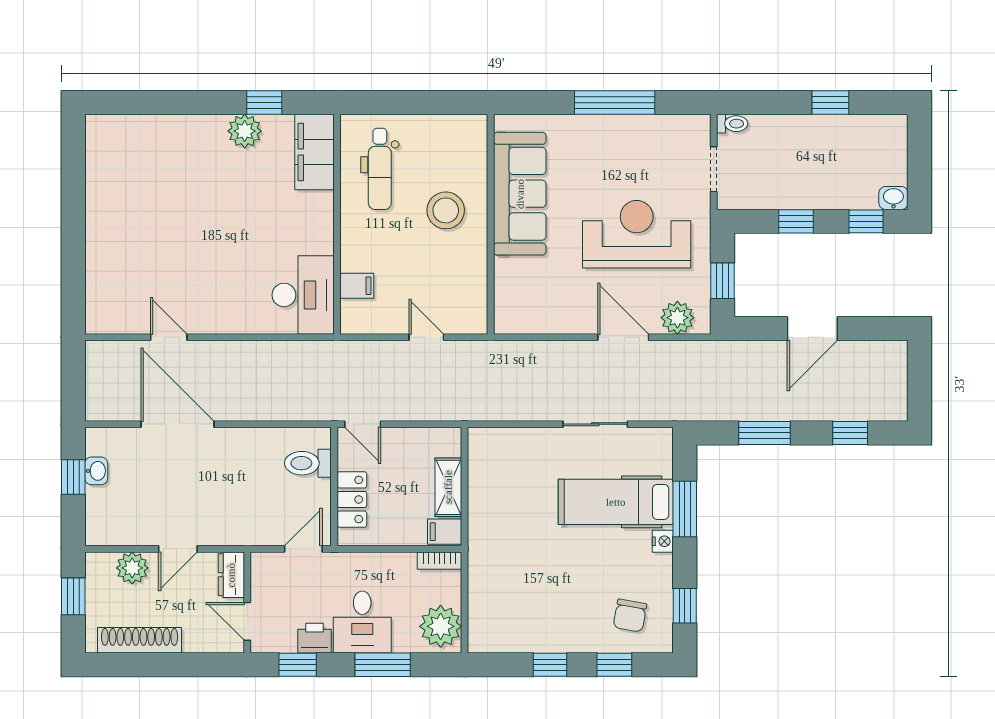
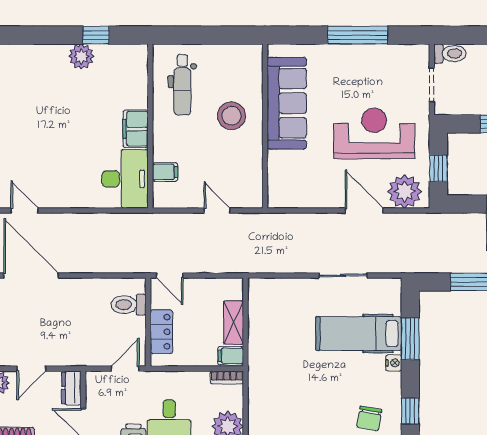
toilet: (732, 124) -> (450, 53), width x1.37, depth x1.39
filing cabinet: (314, 152) -> (136, 129), moved, width x0.67, depth x0.86
plant: (677, 318) -> (405, 191), width x1.36, depth x1.36

